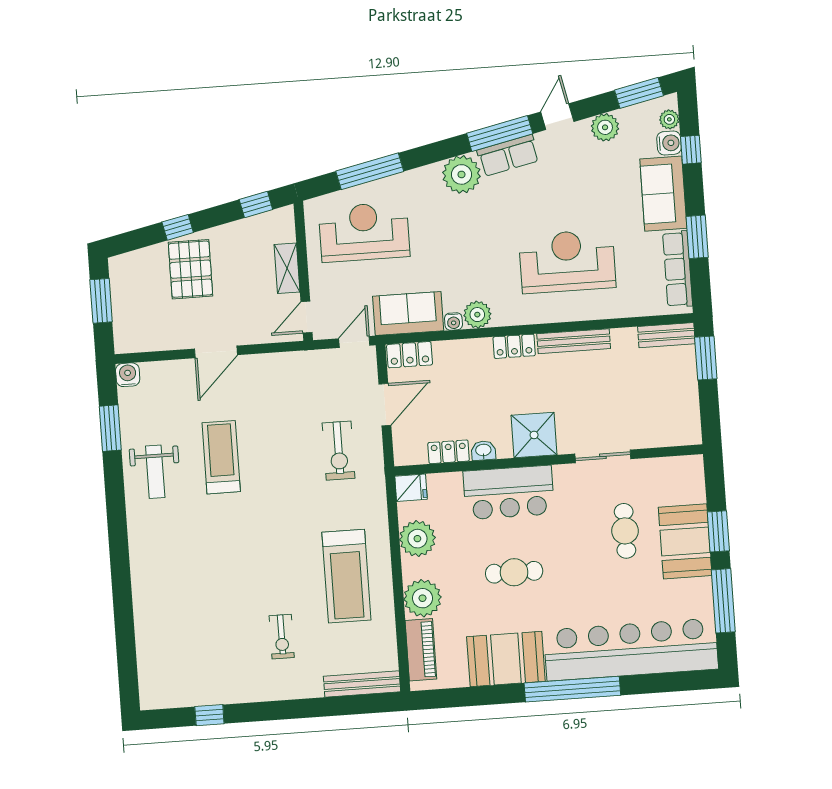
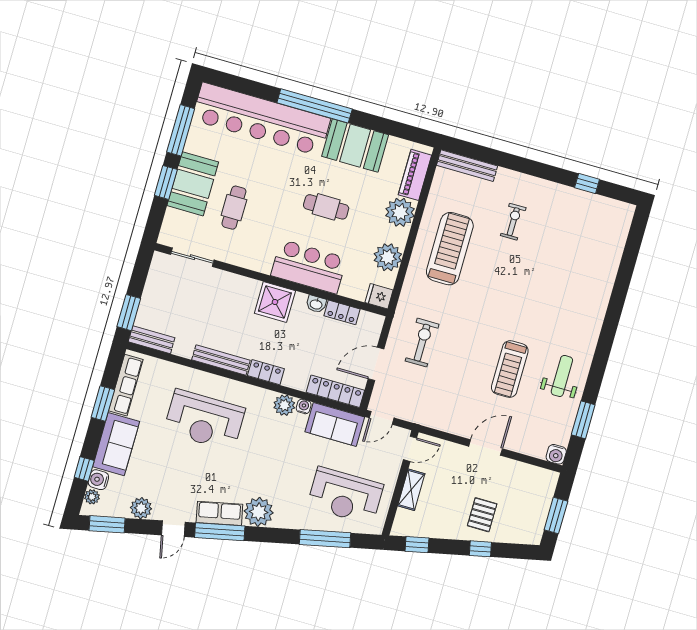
pallet: (190, 269) -> (482, 515), width x0.67, depth x0.71
locker: (410, 355) -> (335, 391), width x1.53
sliding door: (603, 456) -> (192, 257), moved

